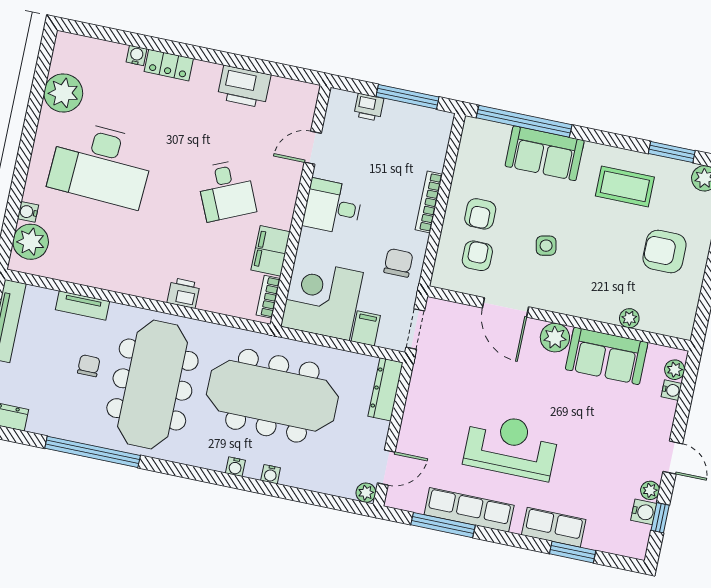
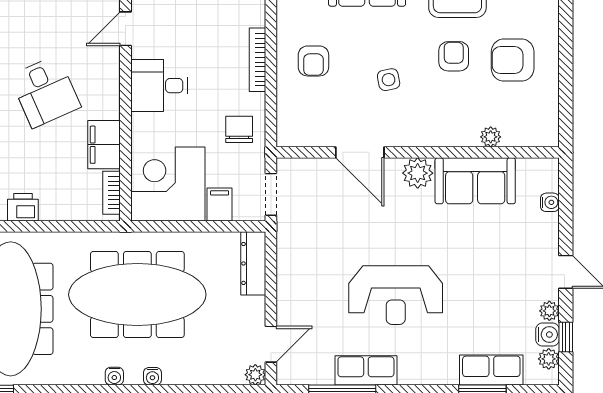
armchair: (477, 256) -> (454, 56), moved
plant: (675, 370) -> (549, 359), moved
reception desk: (511, 446) -> (396, 295), turned 180
row of seats: (469, 510) -> (366, 370), width x0.68
row of seats: (554, 527) -> (491, 370), moved

